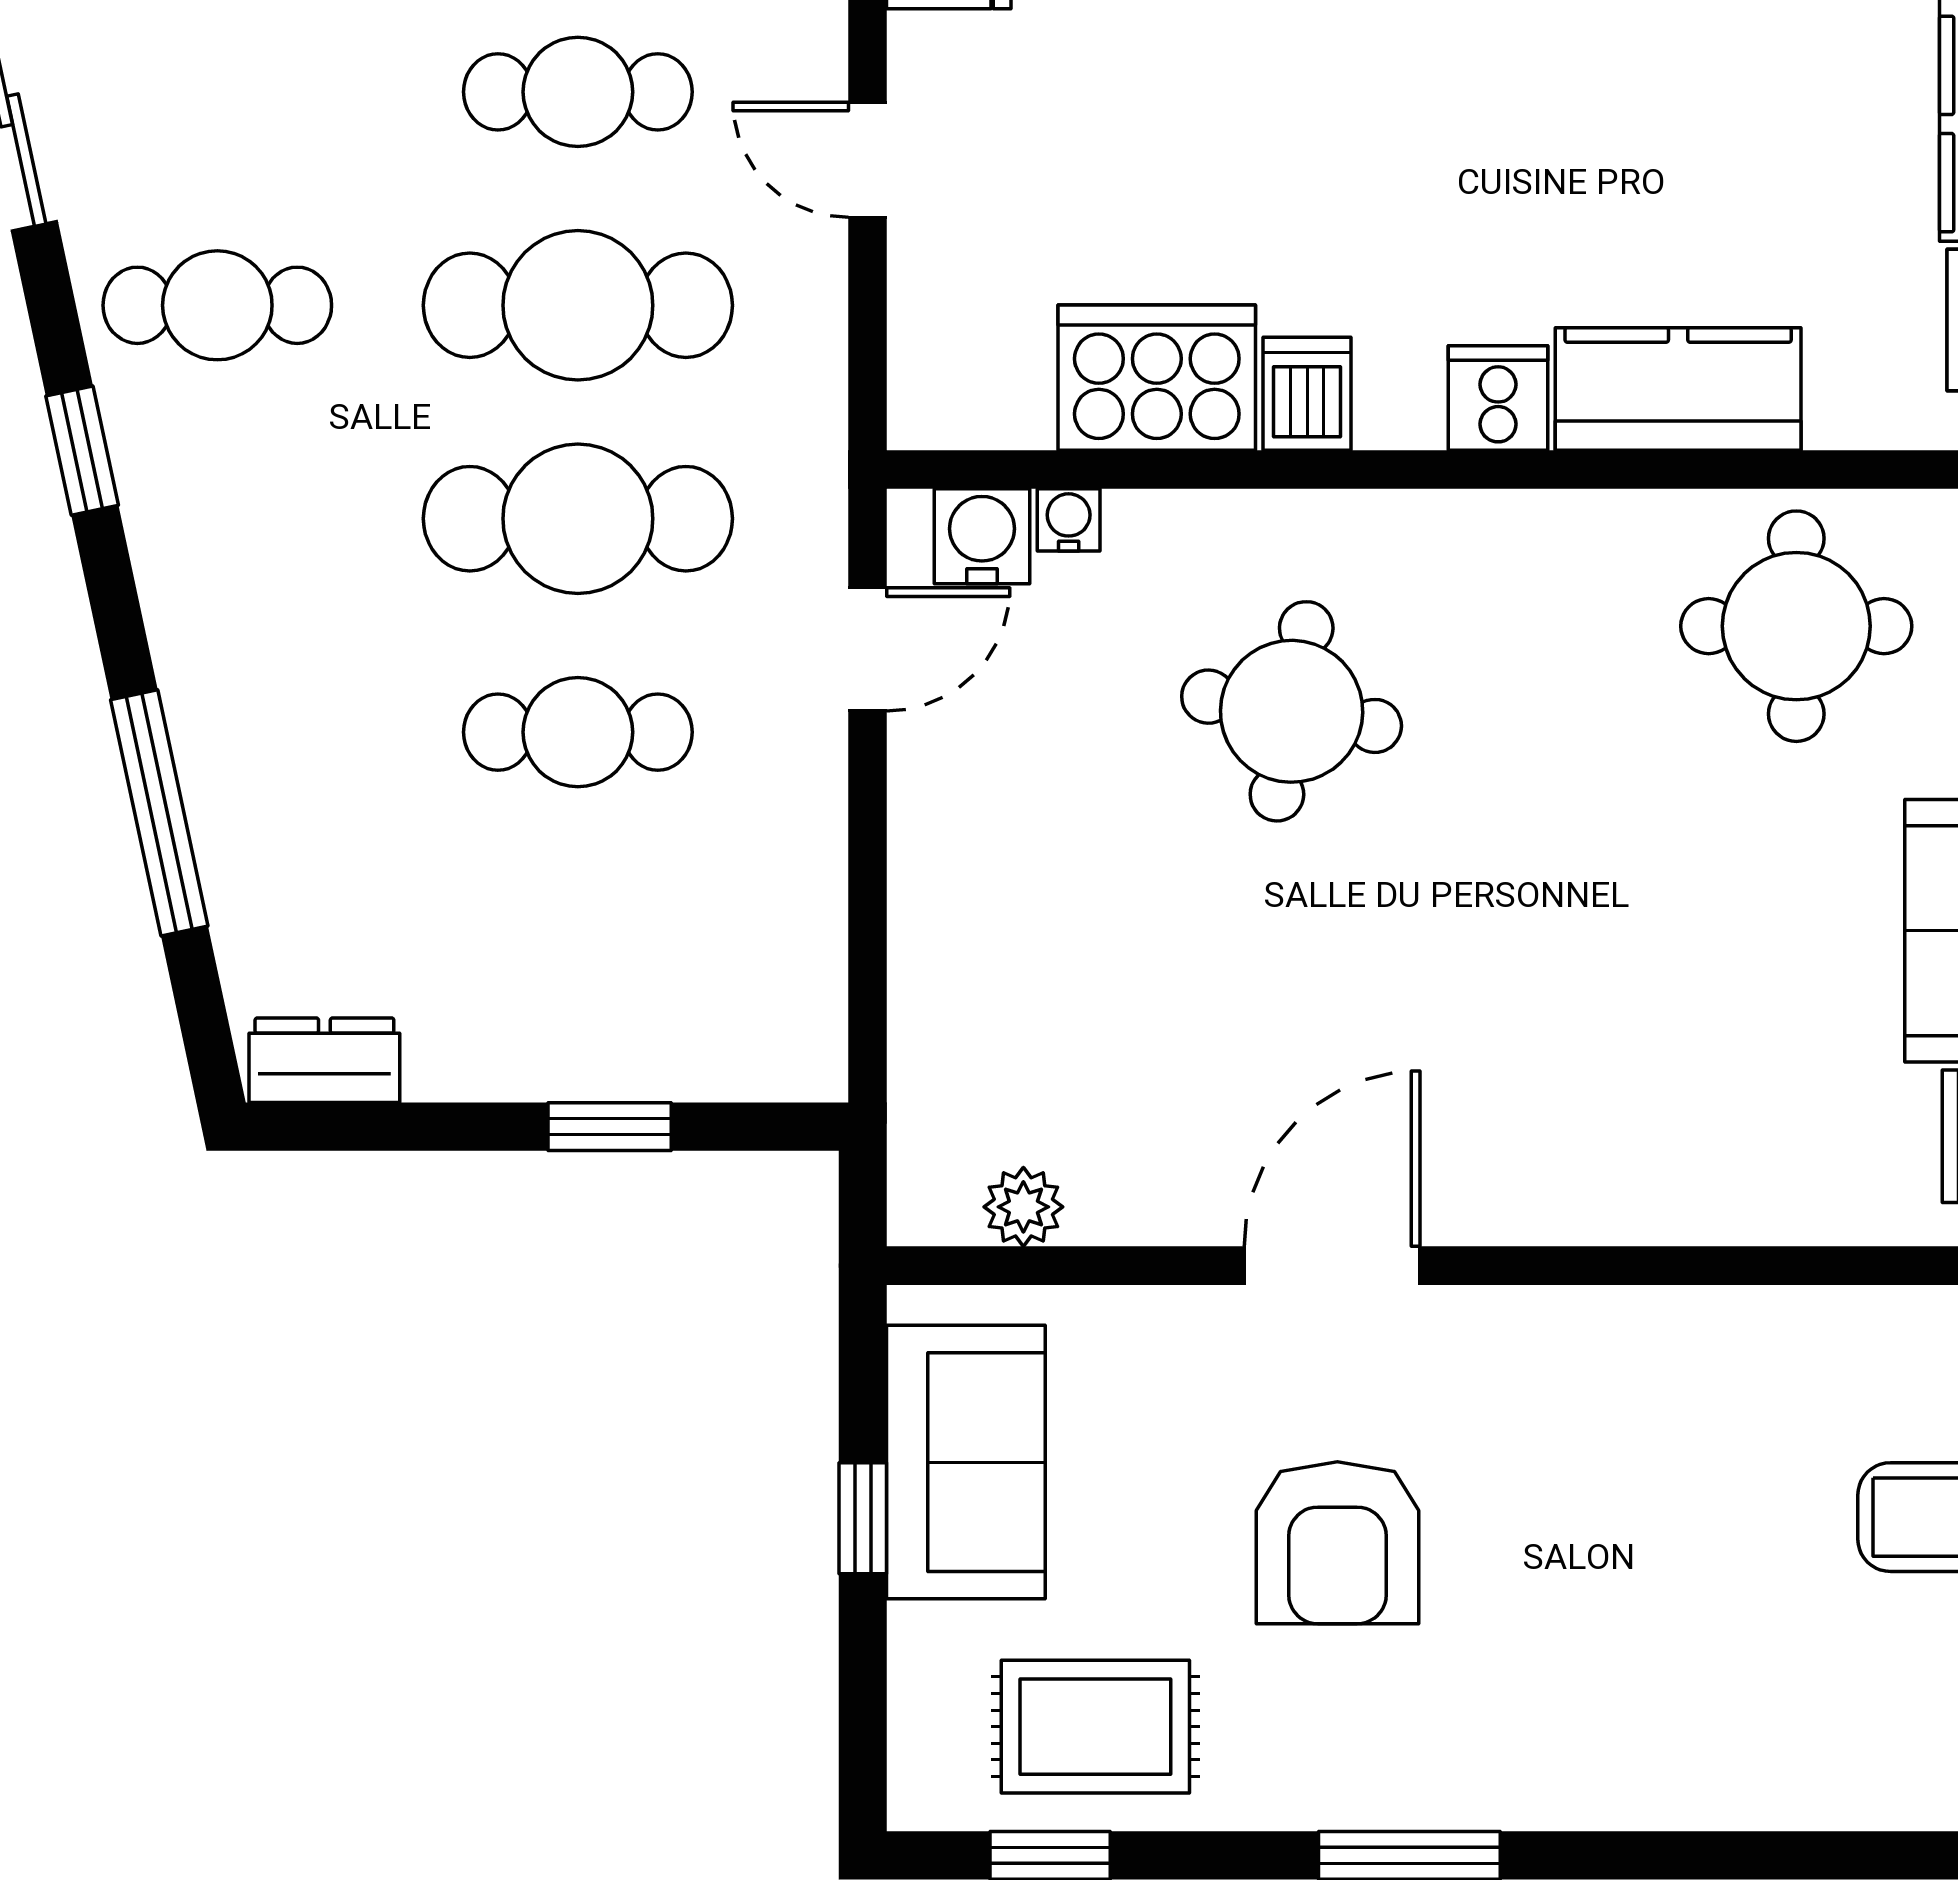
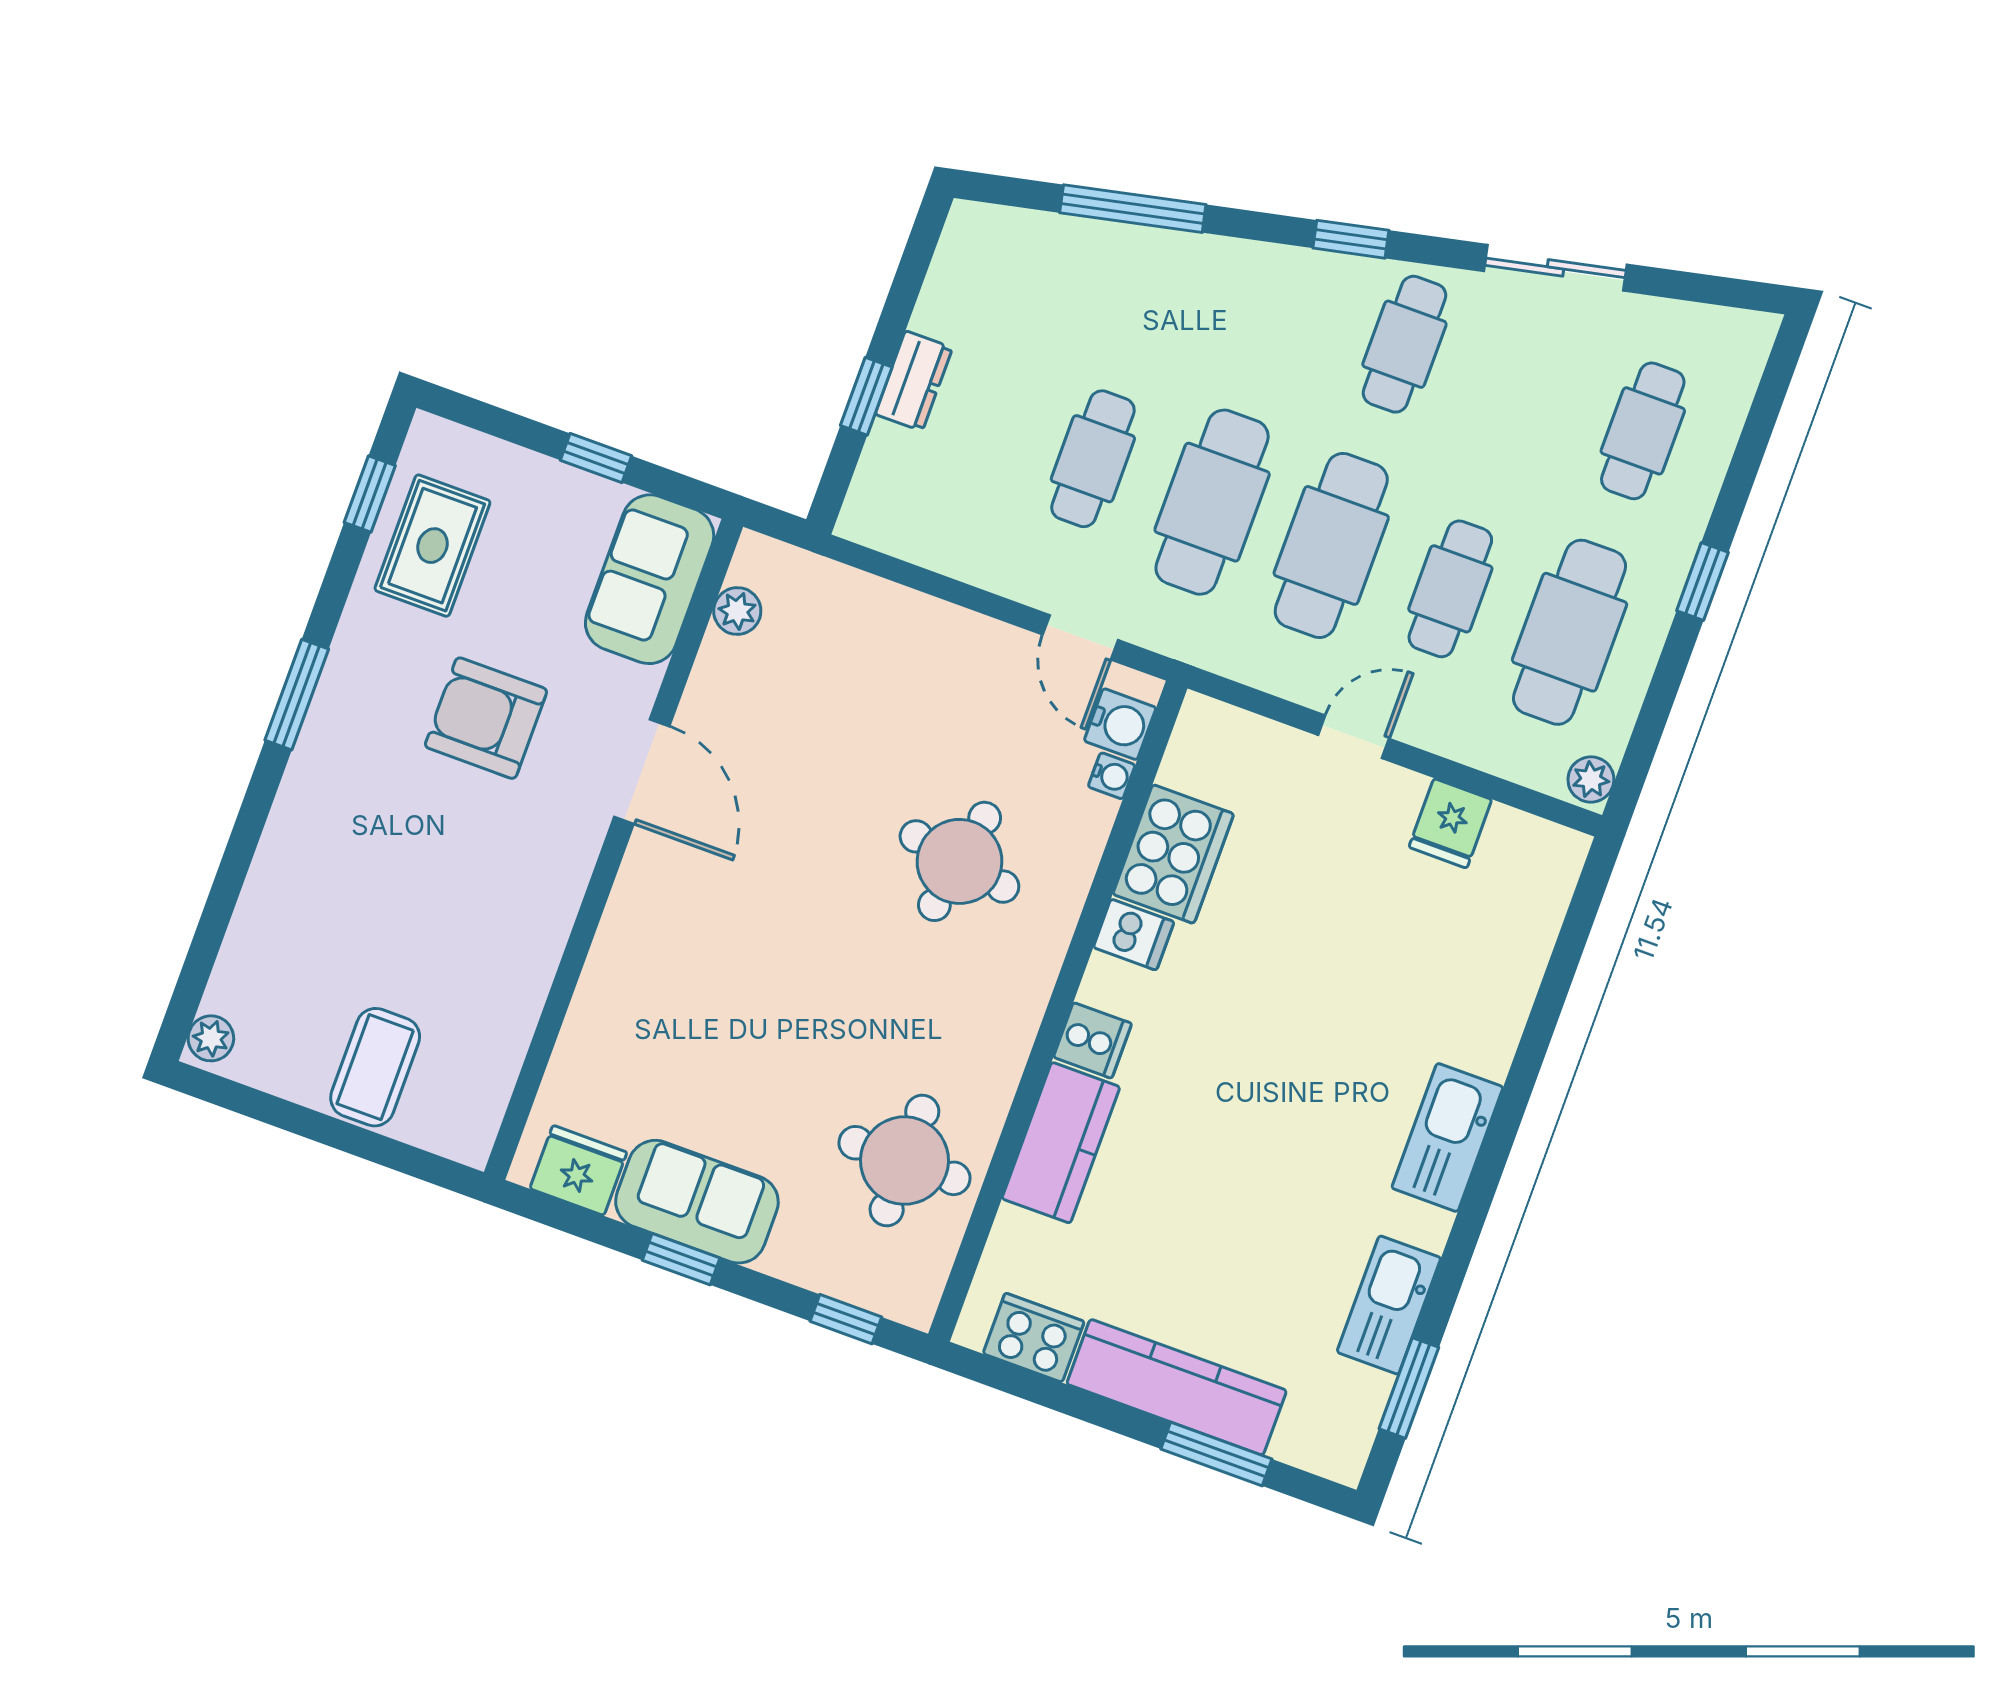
dresser: (324, 1060) -> (914, 381), moved
sofa: (966, 1462) -> (650, 579), moved, turned 90

